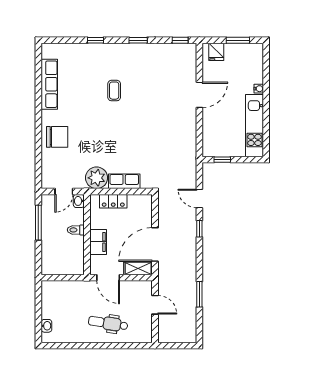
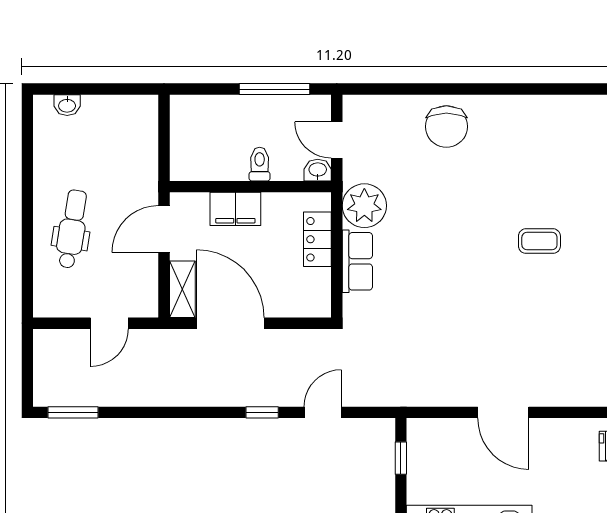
row of seats: (49, 84) -> (552, 111), removed
door: (199, 95) -> (503, 412), moved
window: (199, 294) -> (73, 412), moved

